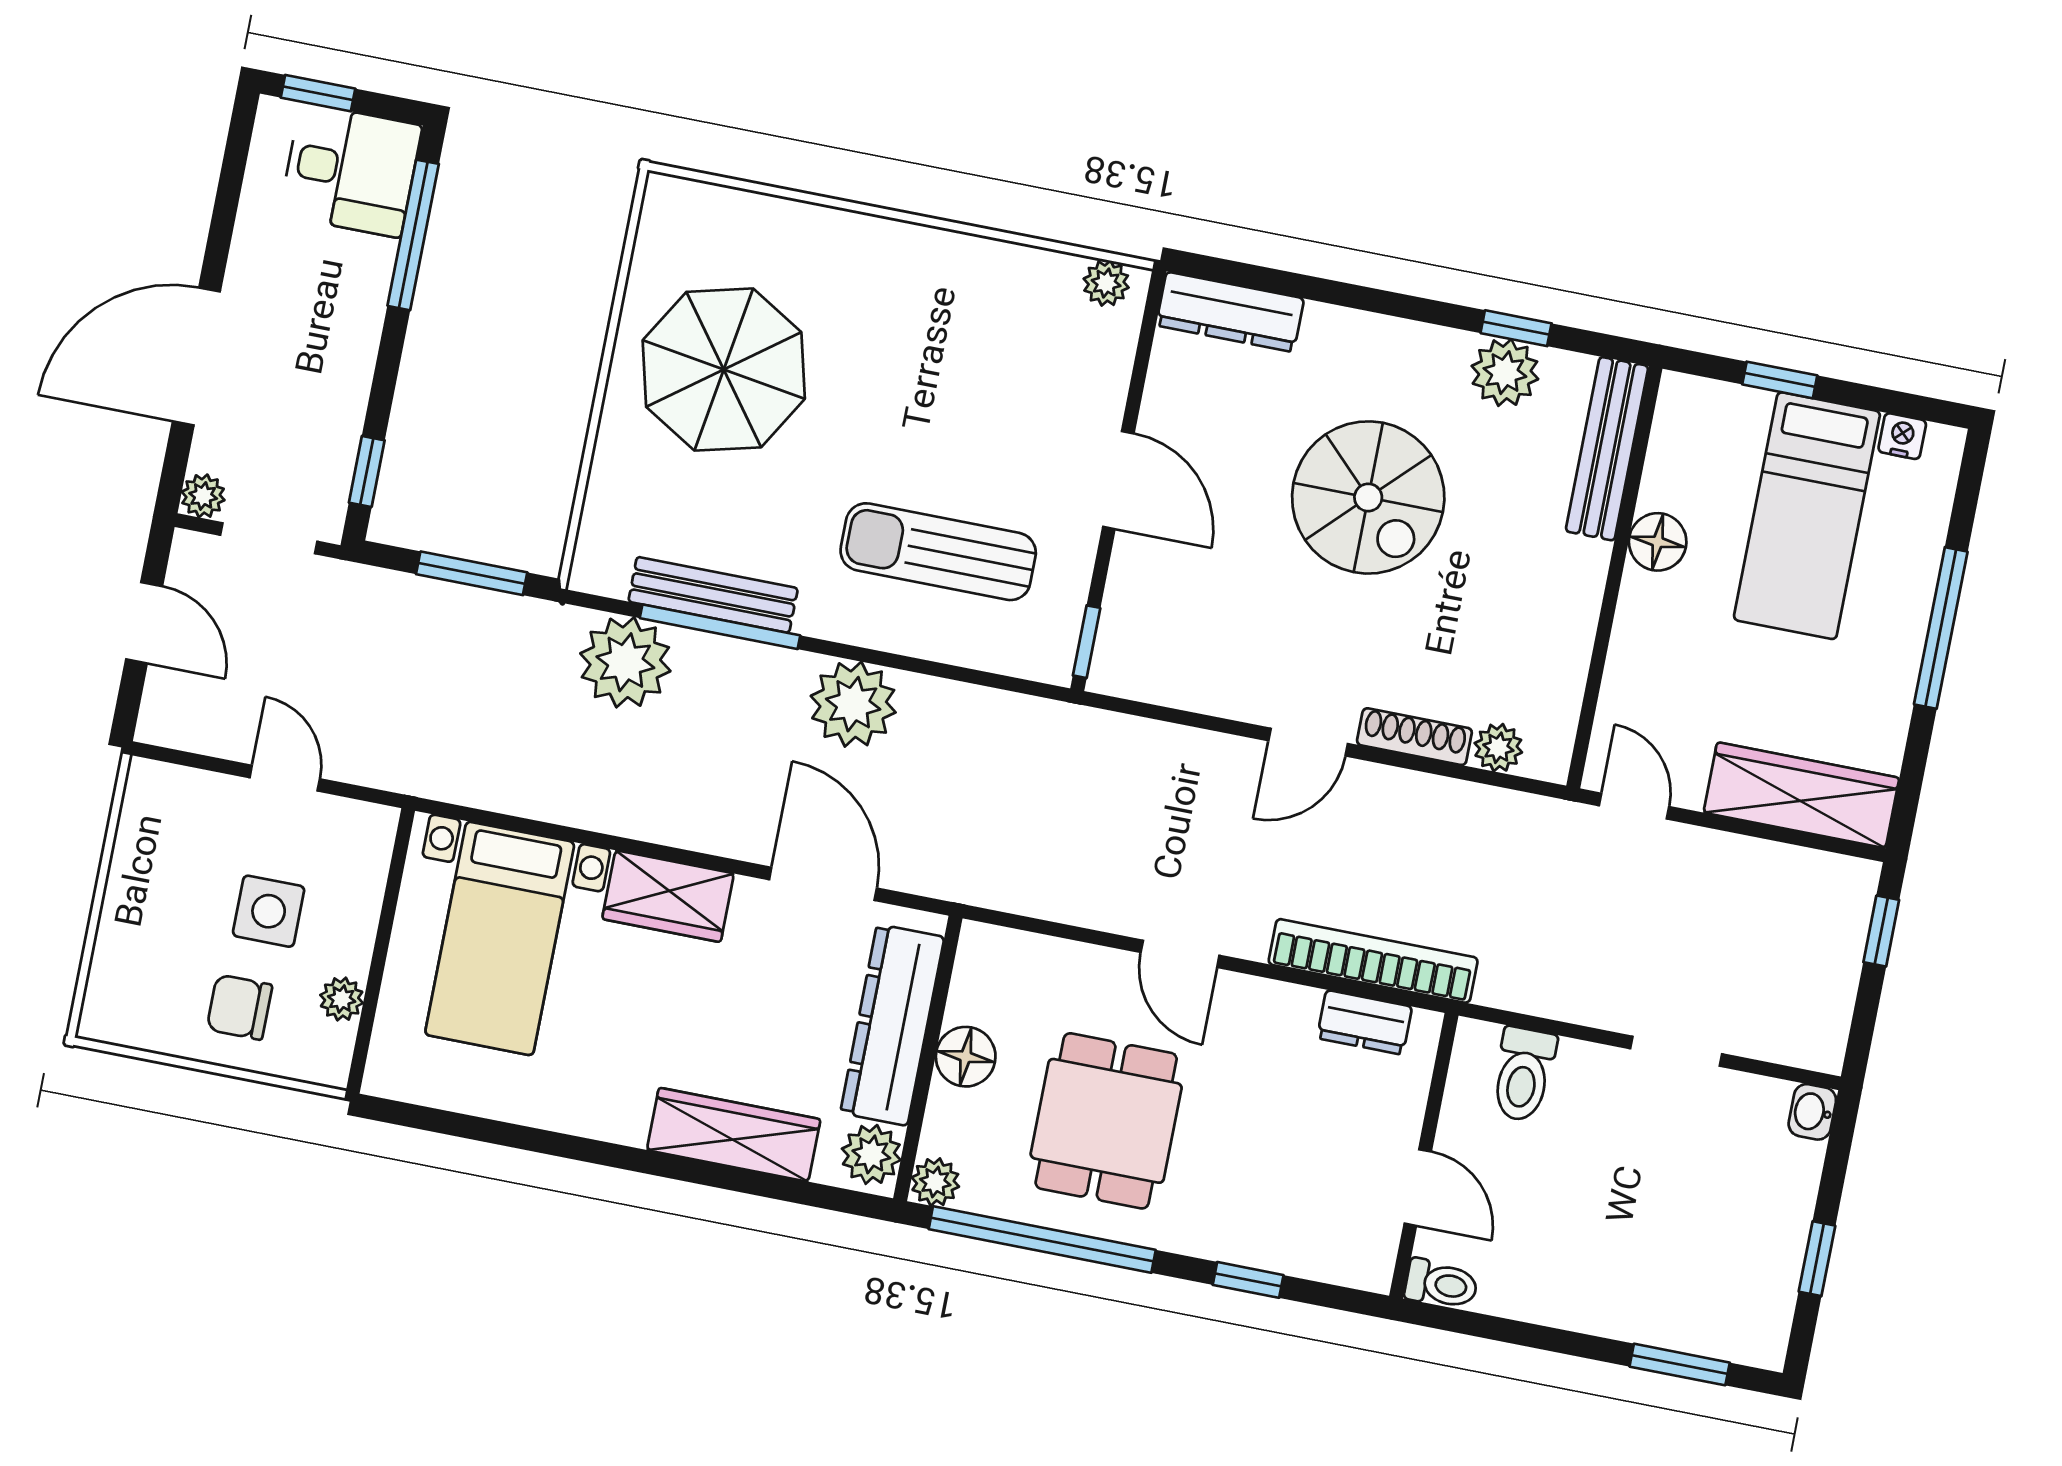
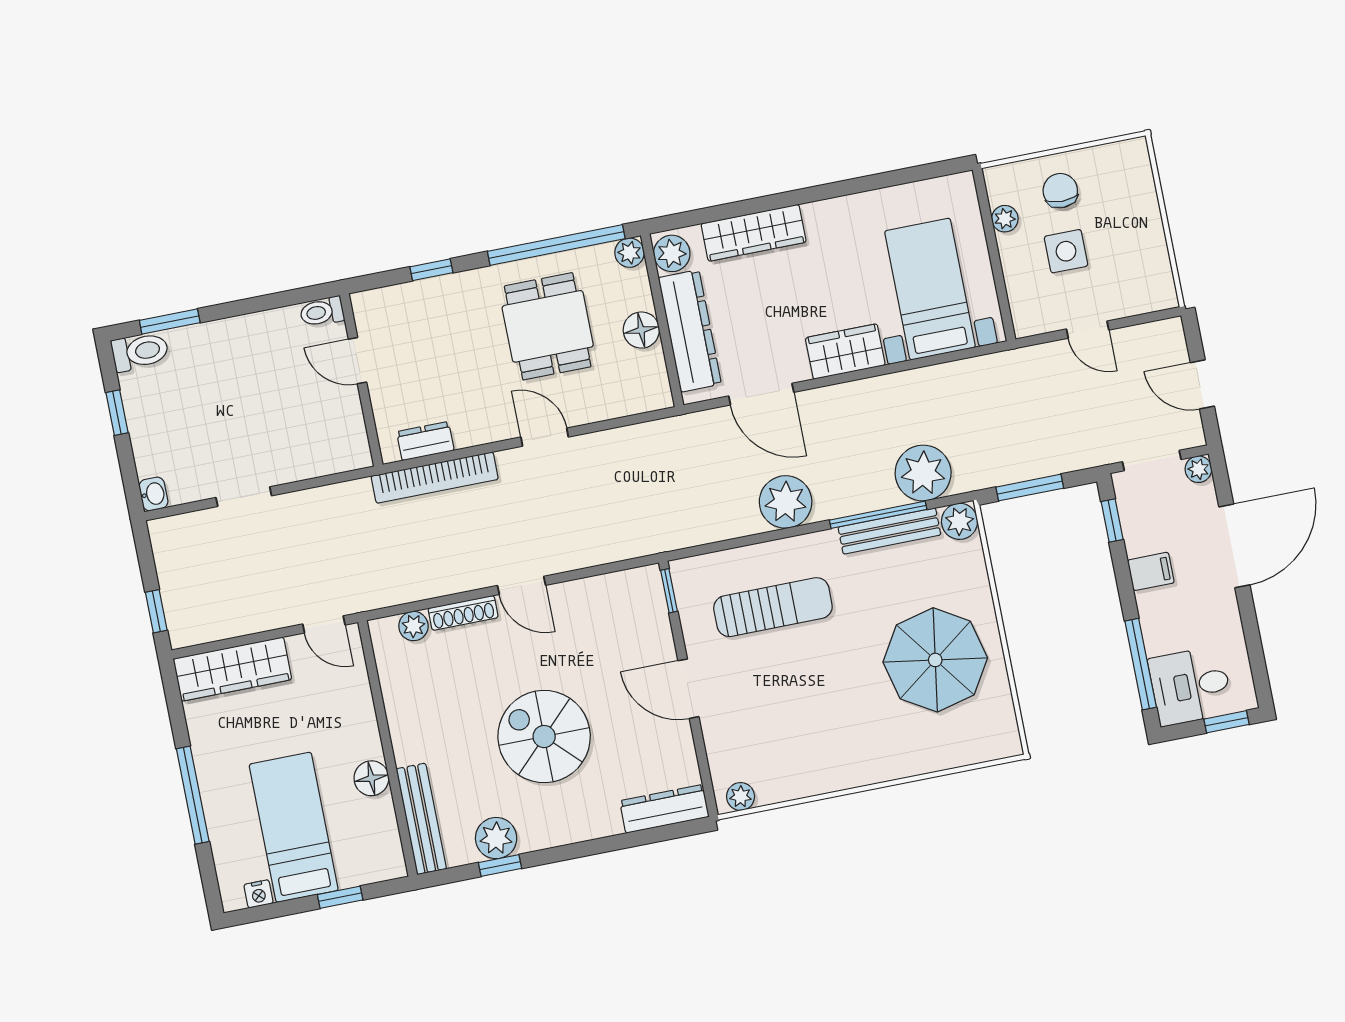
filing cabinet: (340, 370) -> (1151, 571), added
plant: (600, 566) -> (960, 521), added
door: (1308, 742) -> (522, 585), swing flipped
chair: (239, 1007) -> (1060, 191), turned -90
toilet: (1523, 1074) -> (140, 352), moved, turned 90

